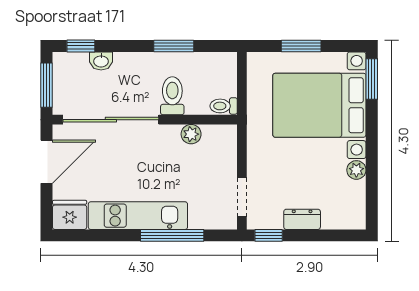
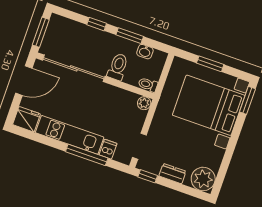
window: (81, 46) -> (97, 24), moved
washbasin: (101, 61) -> (145, 52), moved
plant: (191, 134) -> (144, 103), moved
plant: (356, 170) -> (203, 179), moved, width x1.88, depth x1.88
dishwasher: (199, 217) -> (108, 149), added

